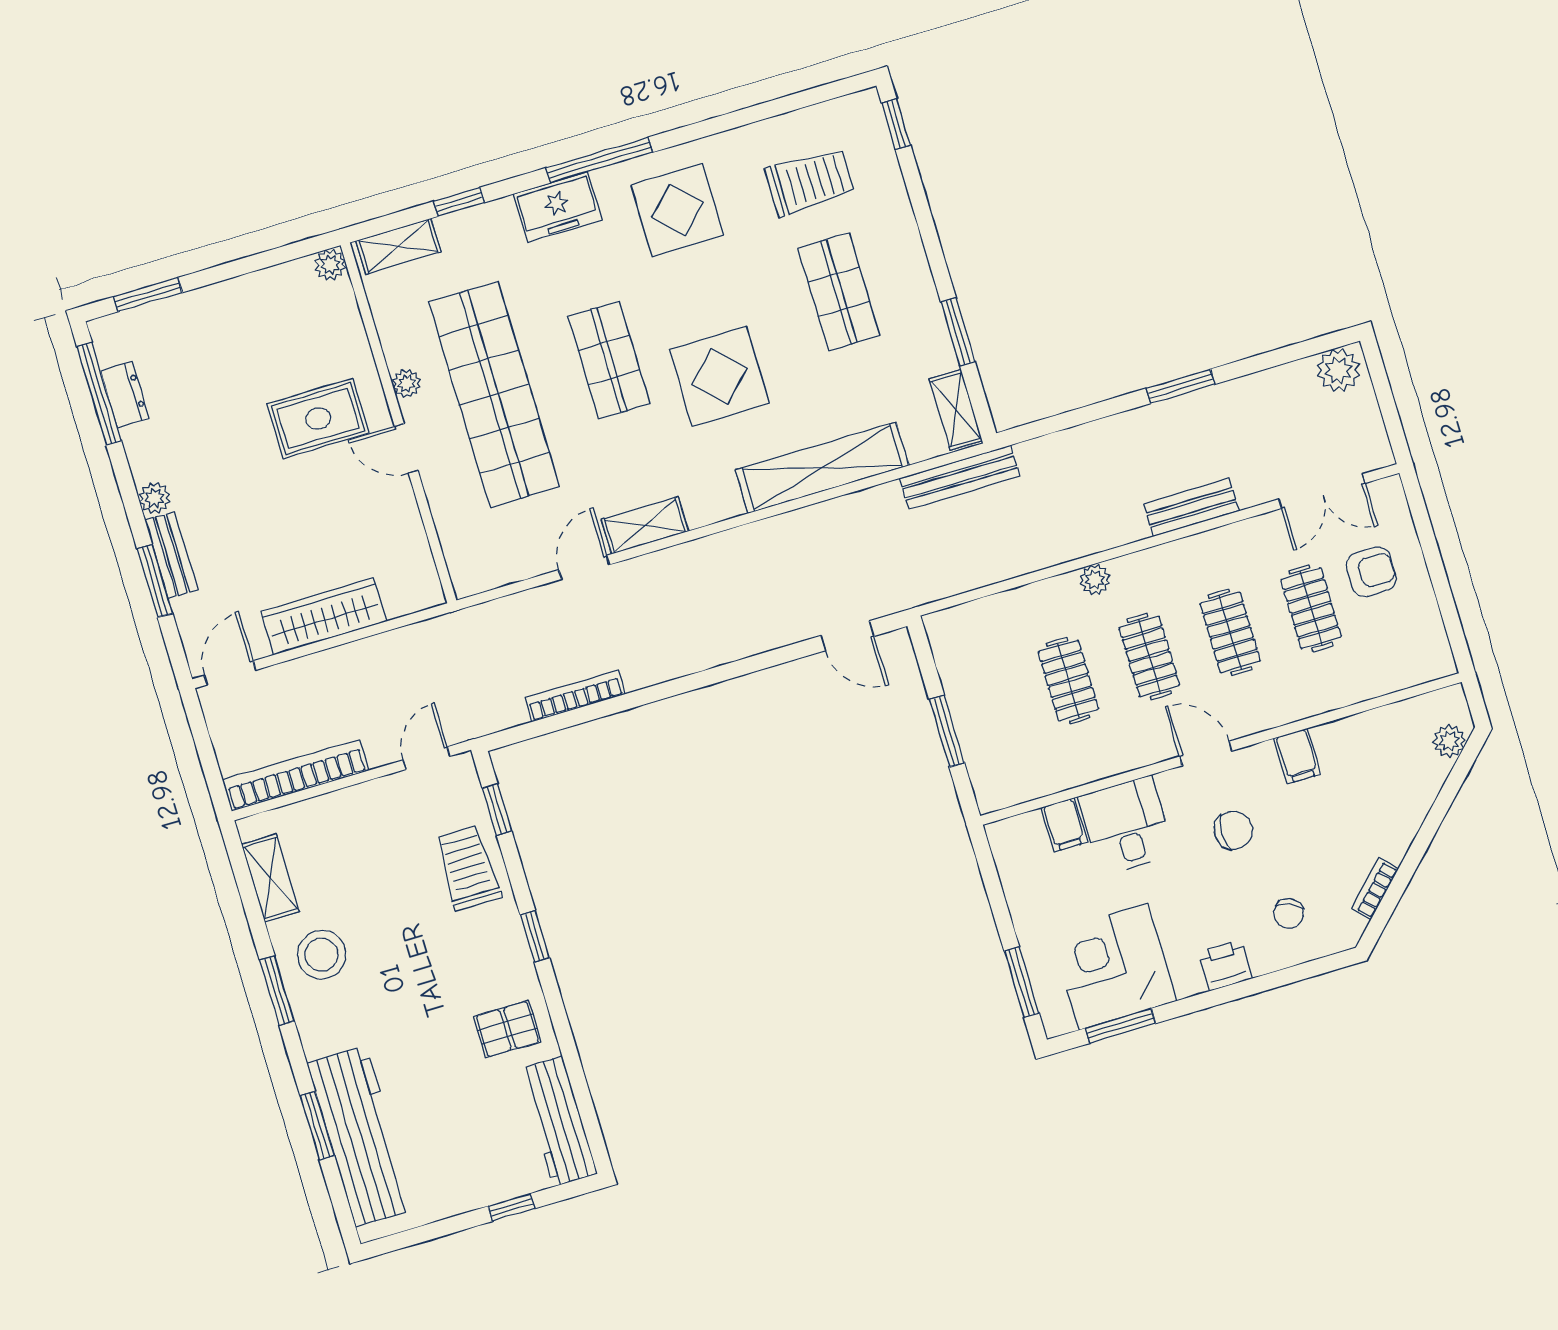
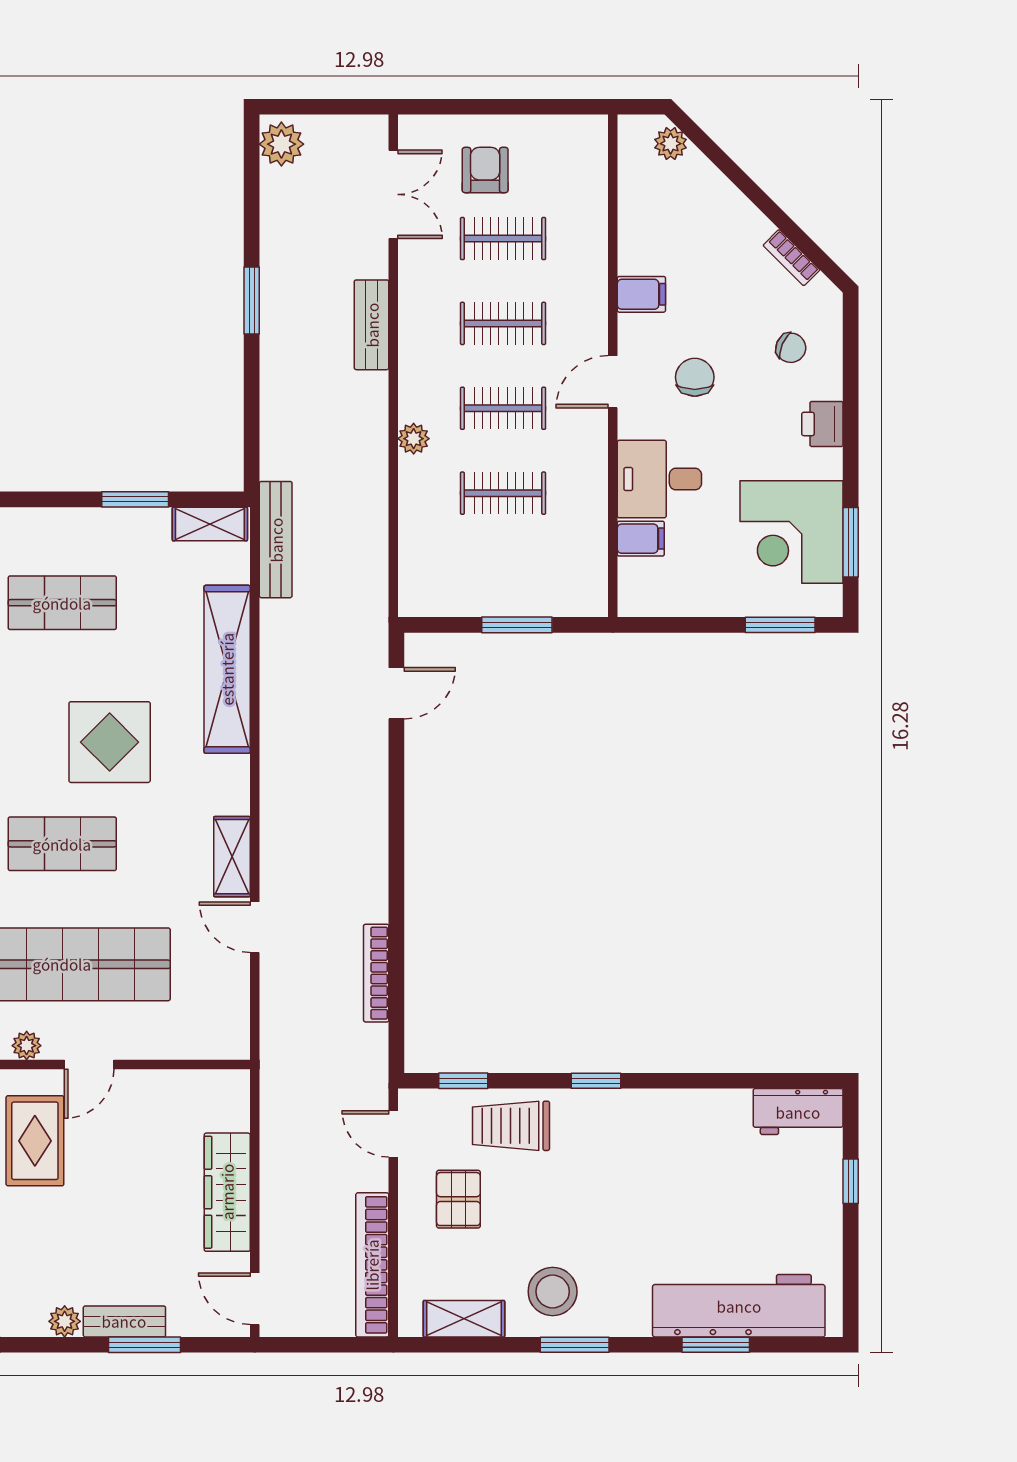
pallet: (507, 1029) -> (458, 1199), moved
workbench: (558, 1122) -> (798, 1112), width x0.73

